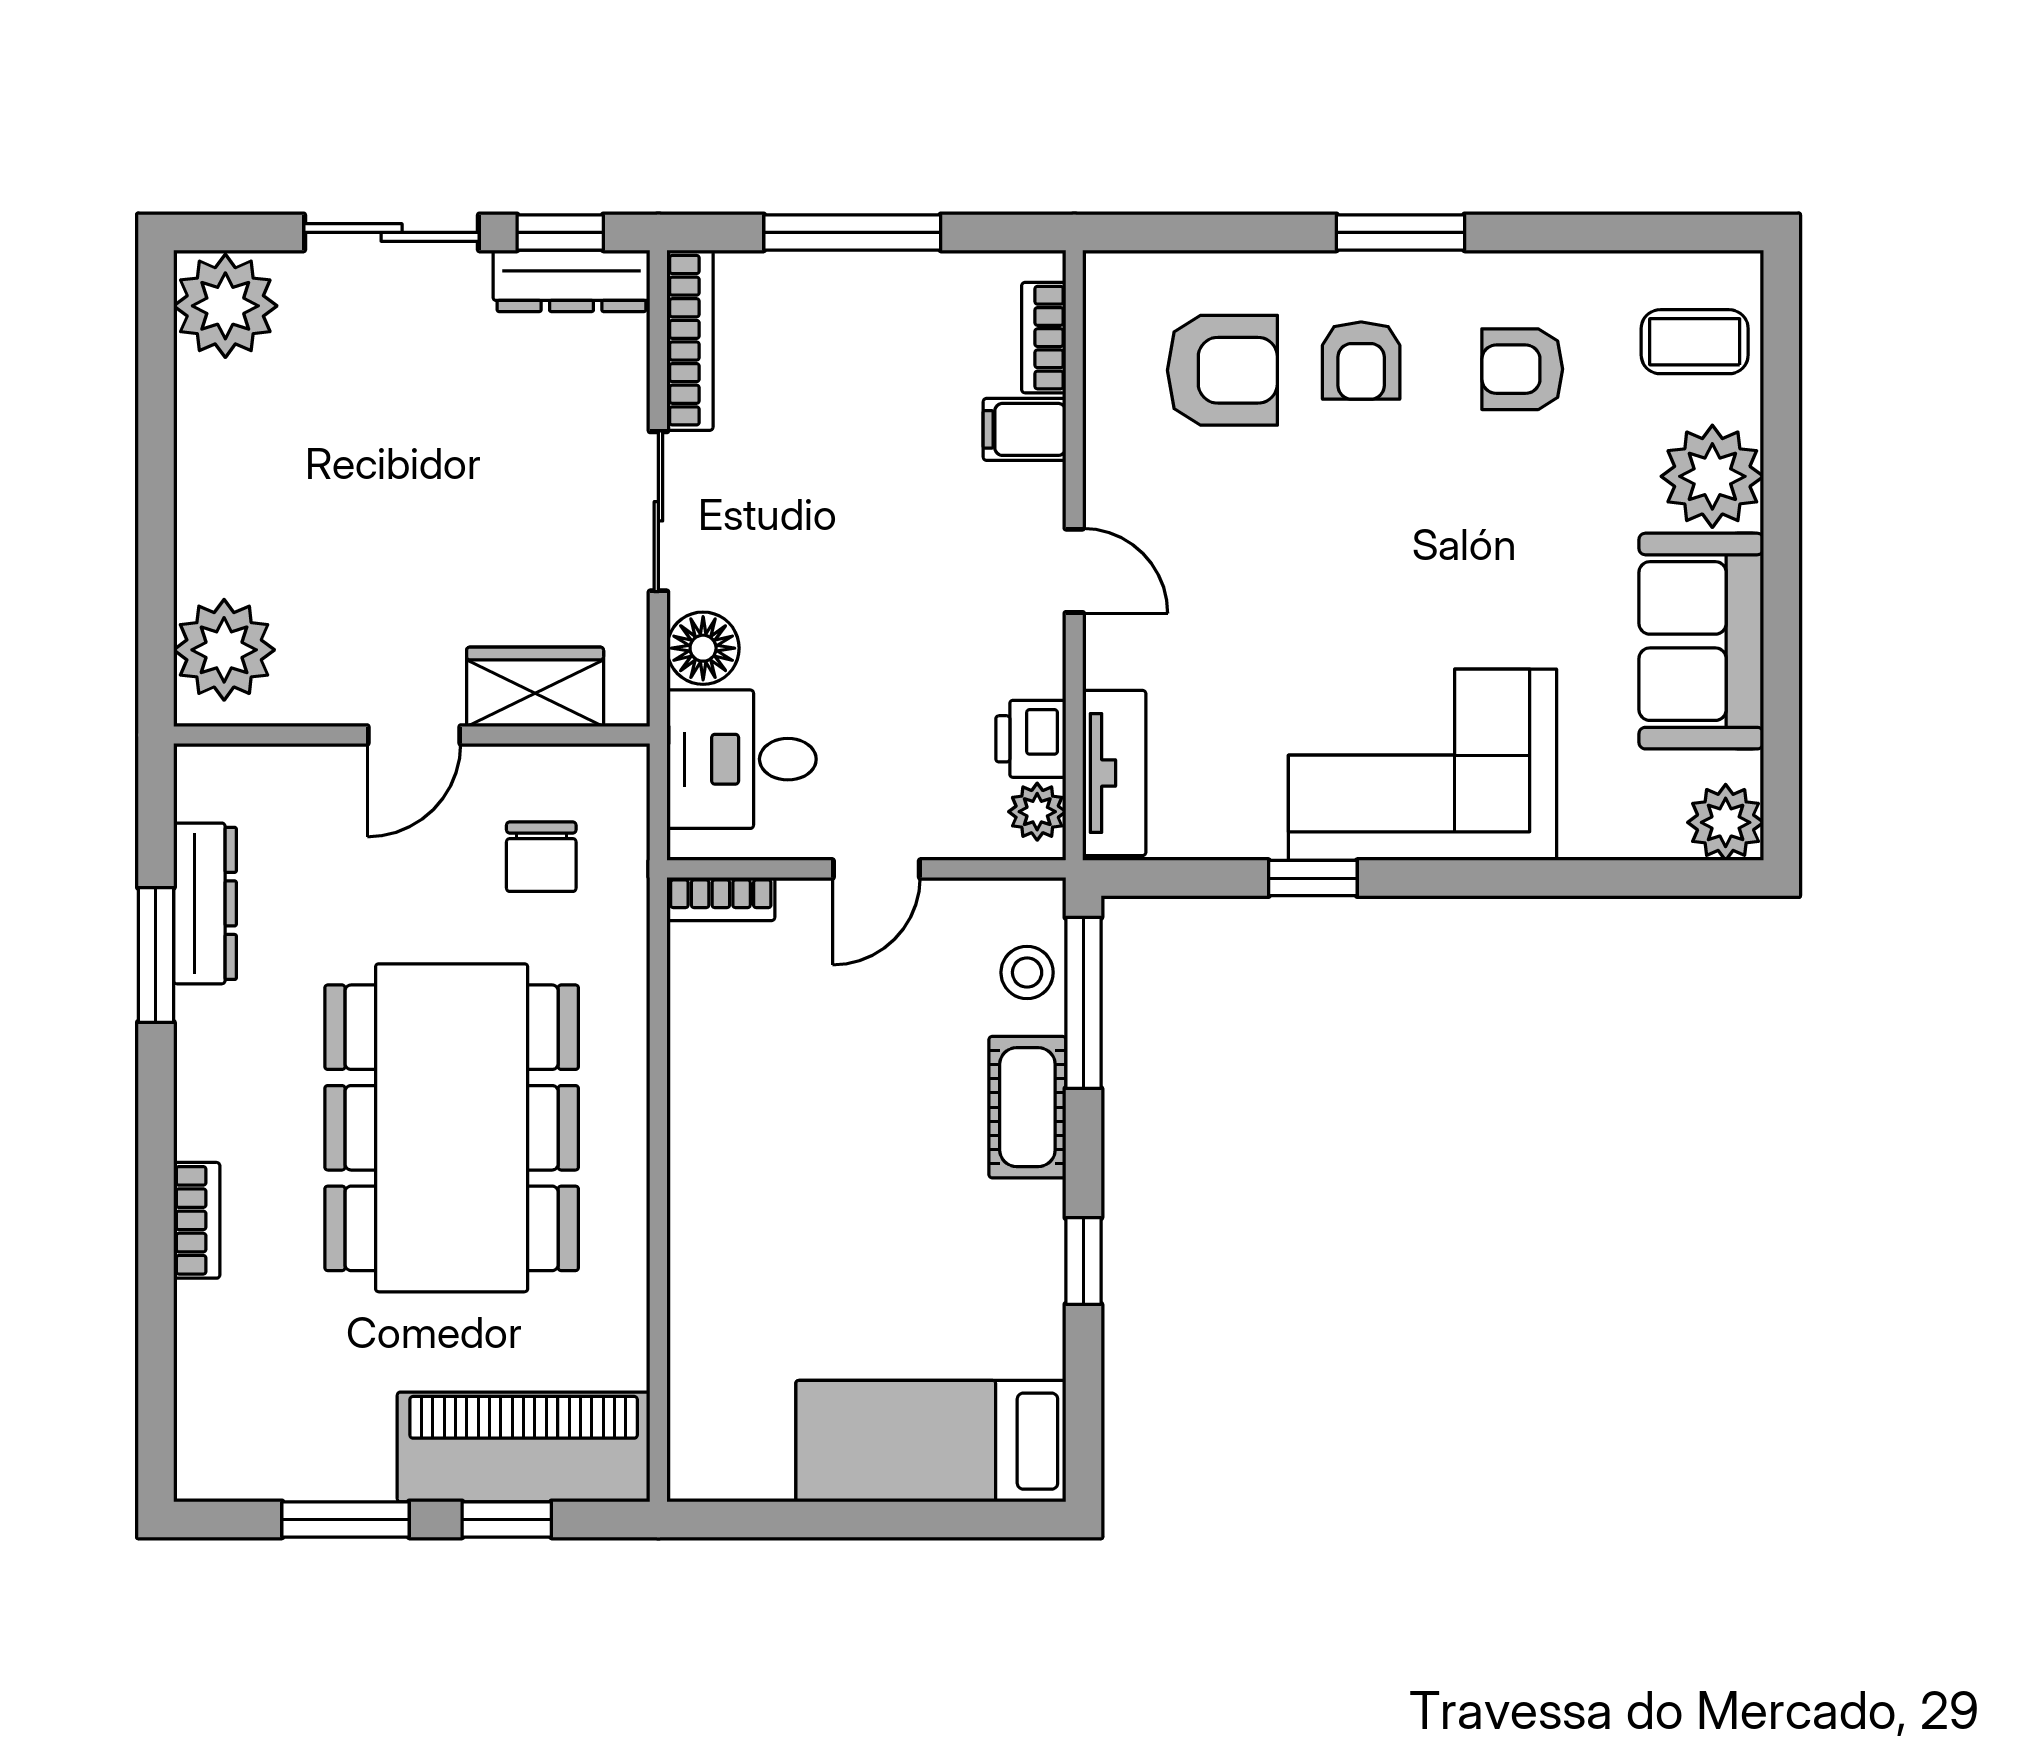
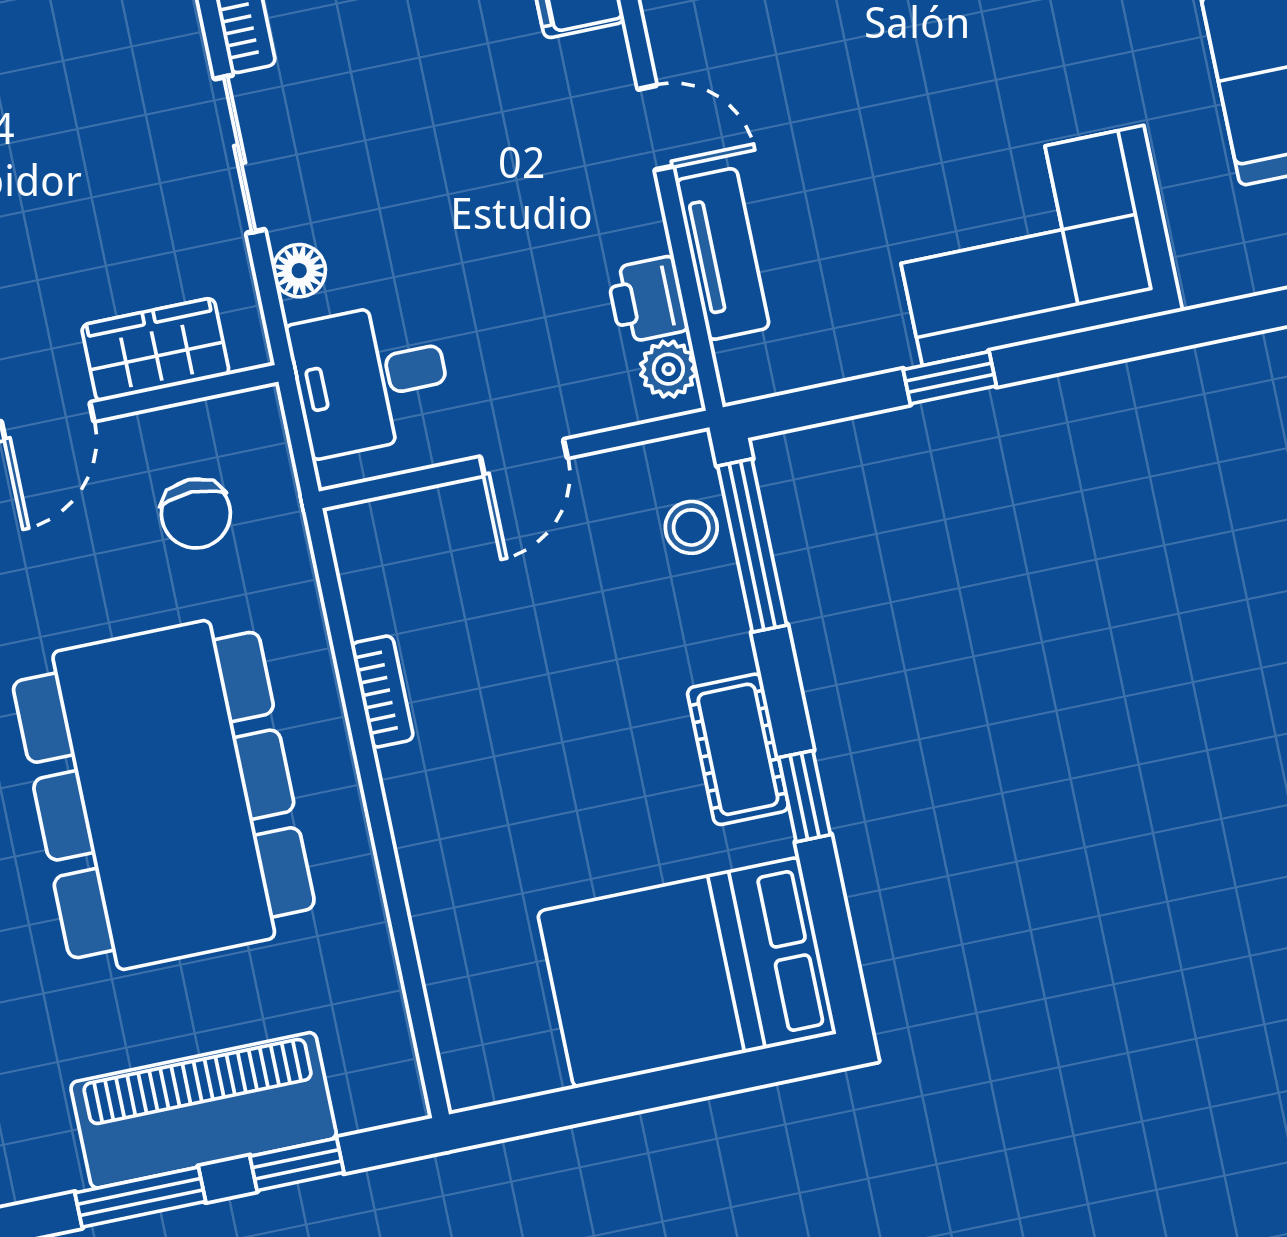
floor lamp: (703, 648) -> (299, 271), width x0.73, depth x0.73
tv unit: (1114, 773) -> (723, 254), moved
bookcase: (721, 899) -> (382, 691), moved, turned -90
cot: (1027, 1107) -> (738, 749), moved
bed: (931, 1441) -> (687, 973), width x1.50
piano: (524, 1447) -> (204, 1110), moved

